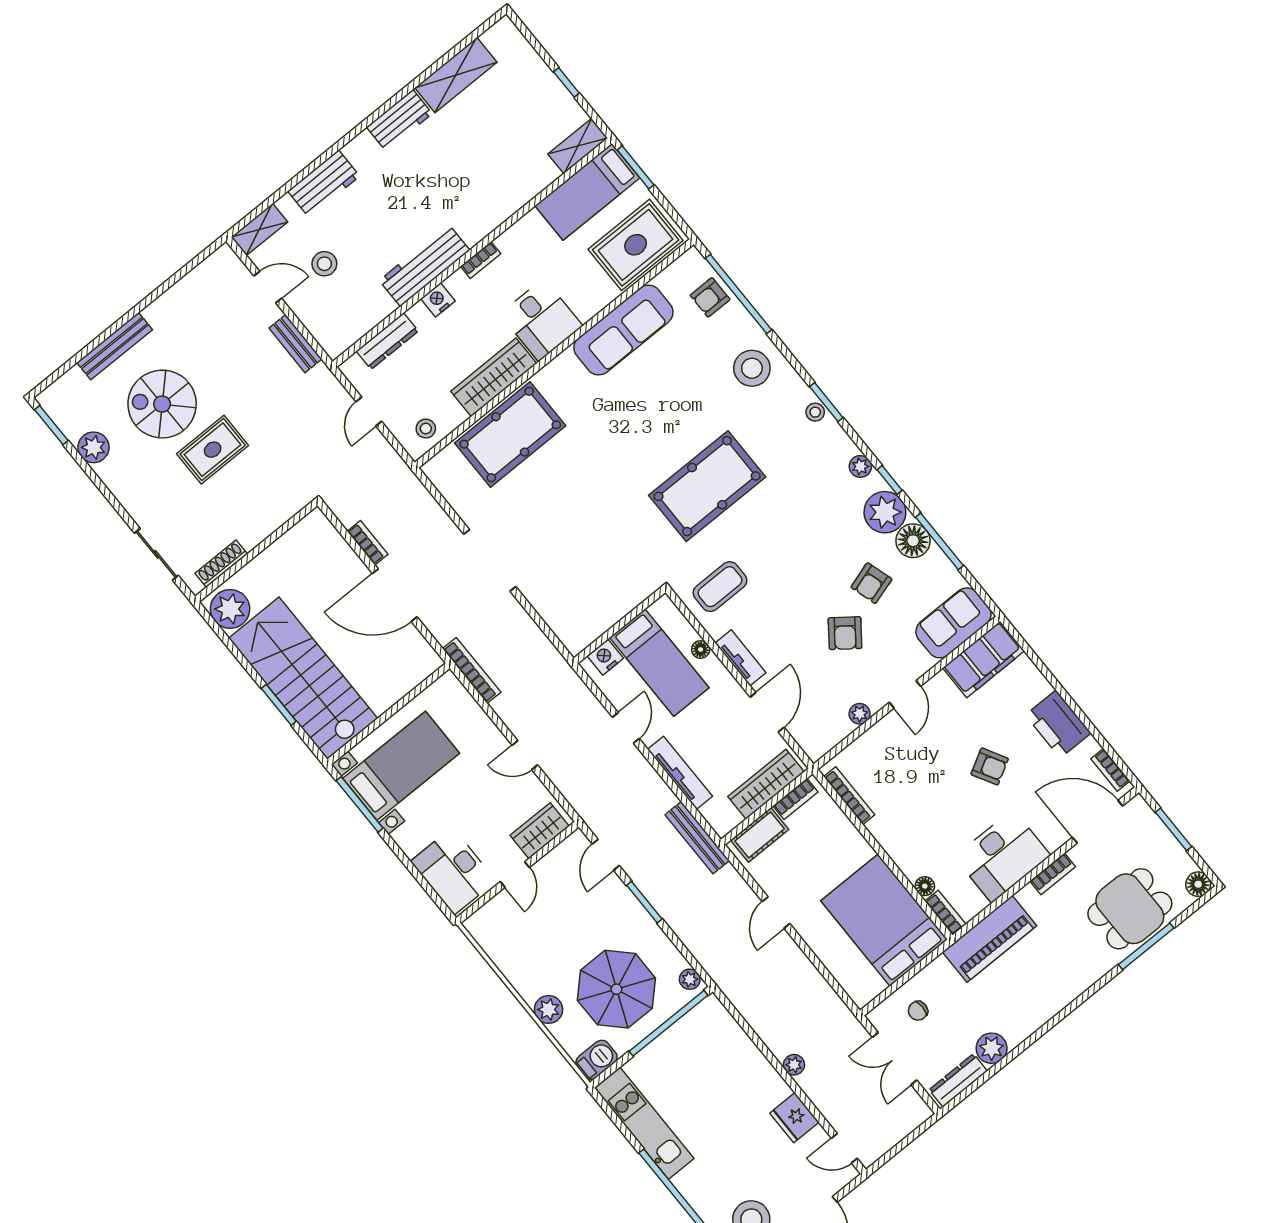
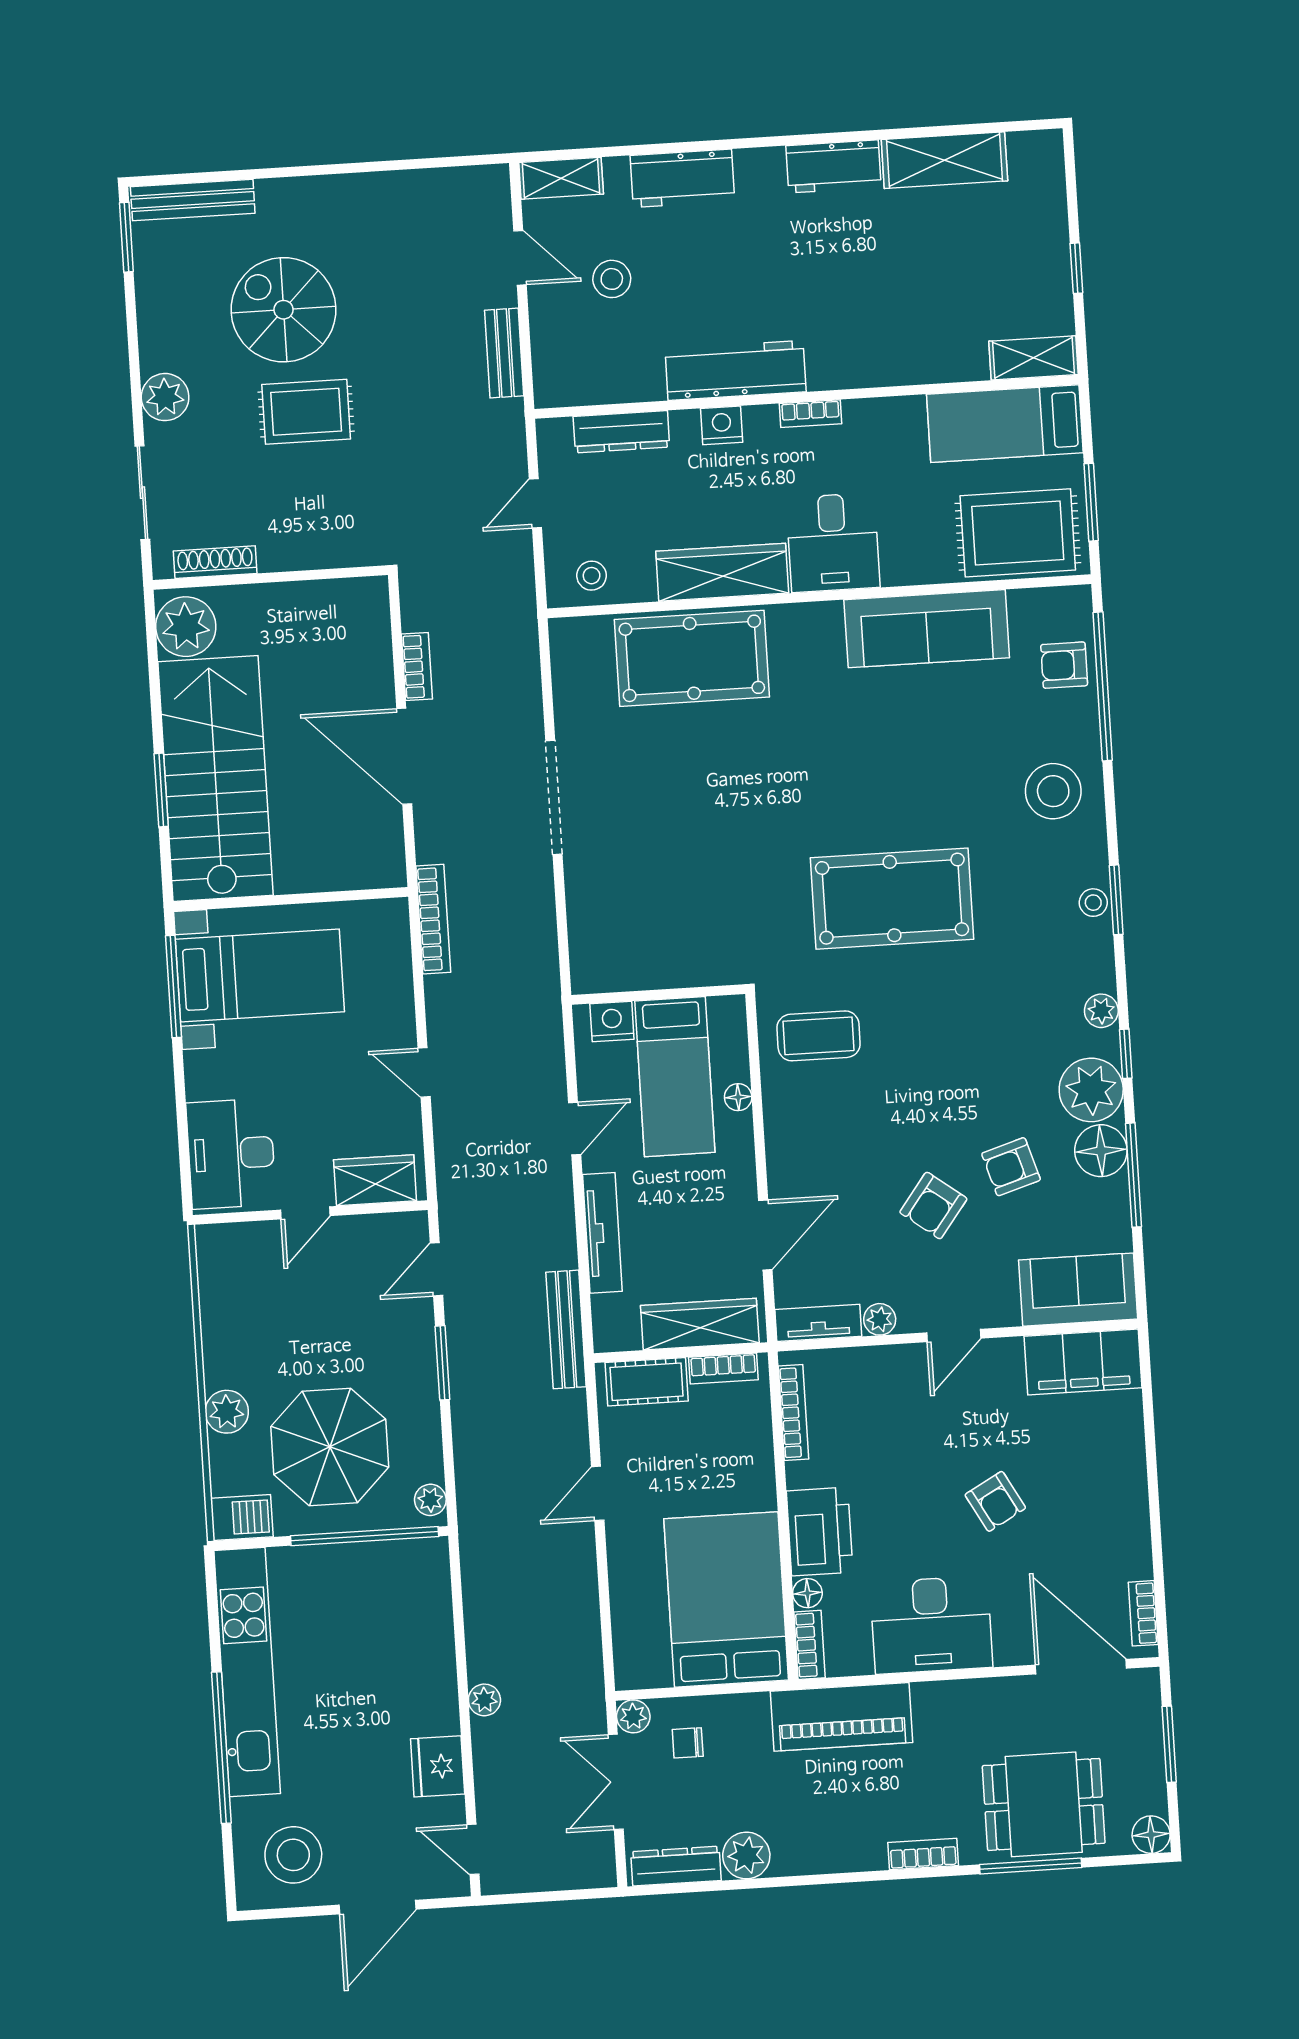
window: (636, 167) -> (1091, 502), moved
bench: (115, 346) -> (193, 200), moved
plant: (94, 447) -> (165, 397), moved
tv unit: (741, 658) -> (818, 1323), moved, turned -90
printer: (1058, 724) -> (820, 1532), moved, turned 180
bookcase: (1053, 874) -> (923, 1854), moved, turned 180
plant: (879, 1017) -> (633, 1716), added
kitchen unit: (644, 1123) -> (247, 1672), width x1.36

